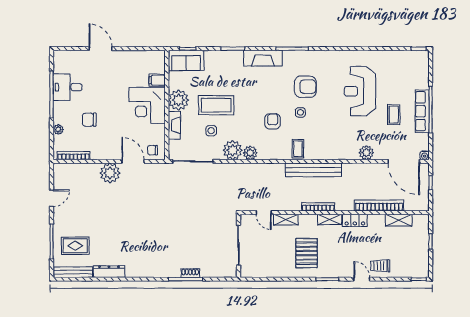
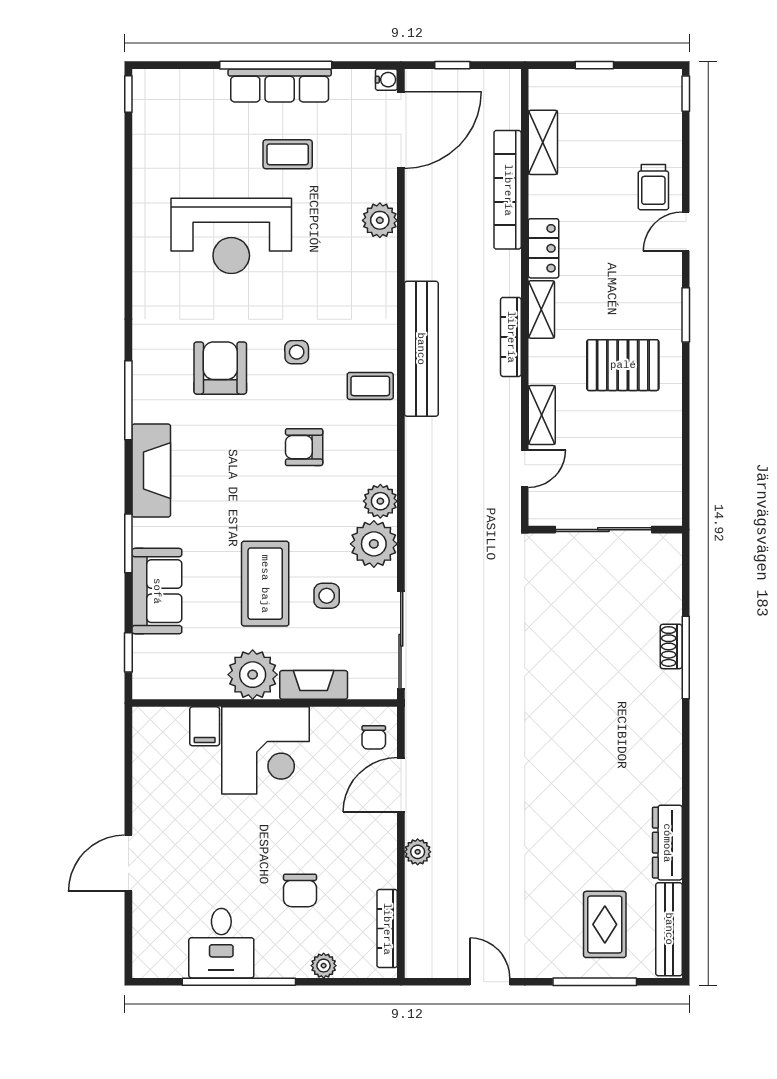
sofa: (186, 60) -> (157, 591), moved
side table: (300, 112) -> (297, 352), moved
plant: (110, 173) -> (418, 852), width x0.53, depth x0.53

